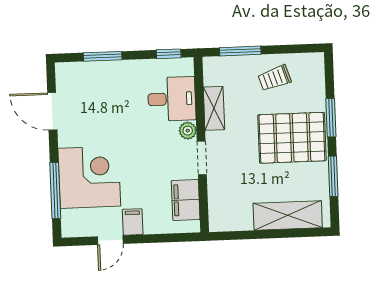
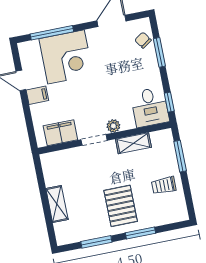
chair: (84, 75) -> (143, 40), added
trolley: (275, 78) -> (164, 185), turned -72
desk: (172, 99) -> (150, 107), moved
pallet: (292, 138) -> (121, 206), width x0.73, depth x0.71
shelving: (288, 215) -> (57, 204), width x0.67, depth x0.75

